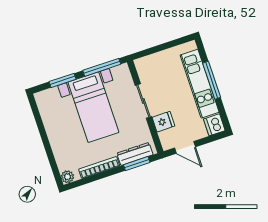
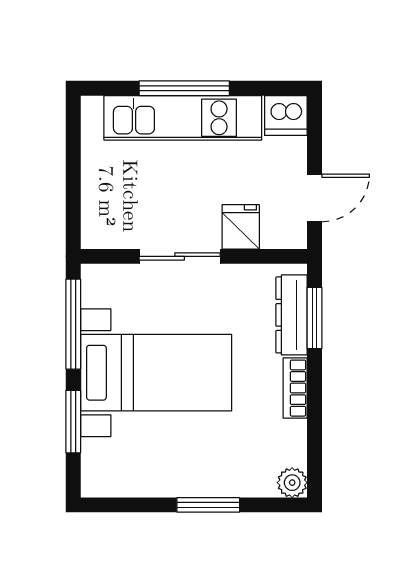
window: (47, 146) -> (208, 505), added
bookcase: (99, 167) -> (295, 388), width x0.64

